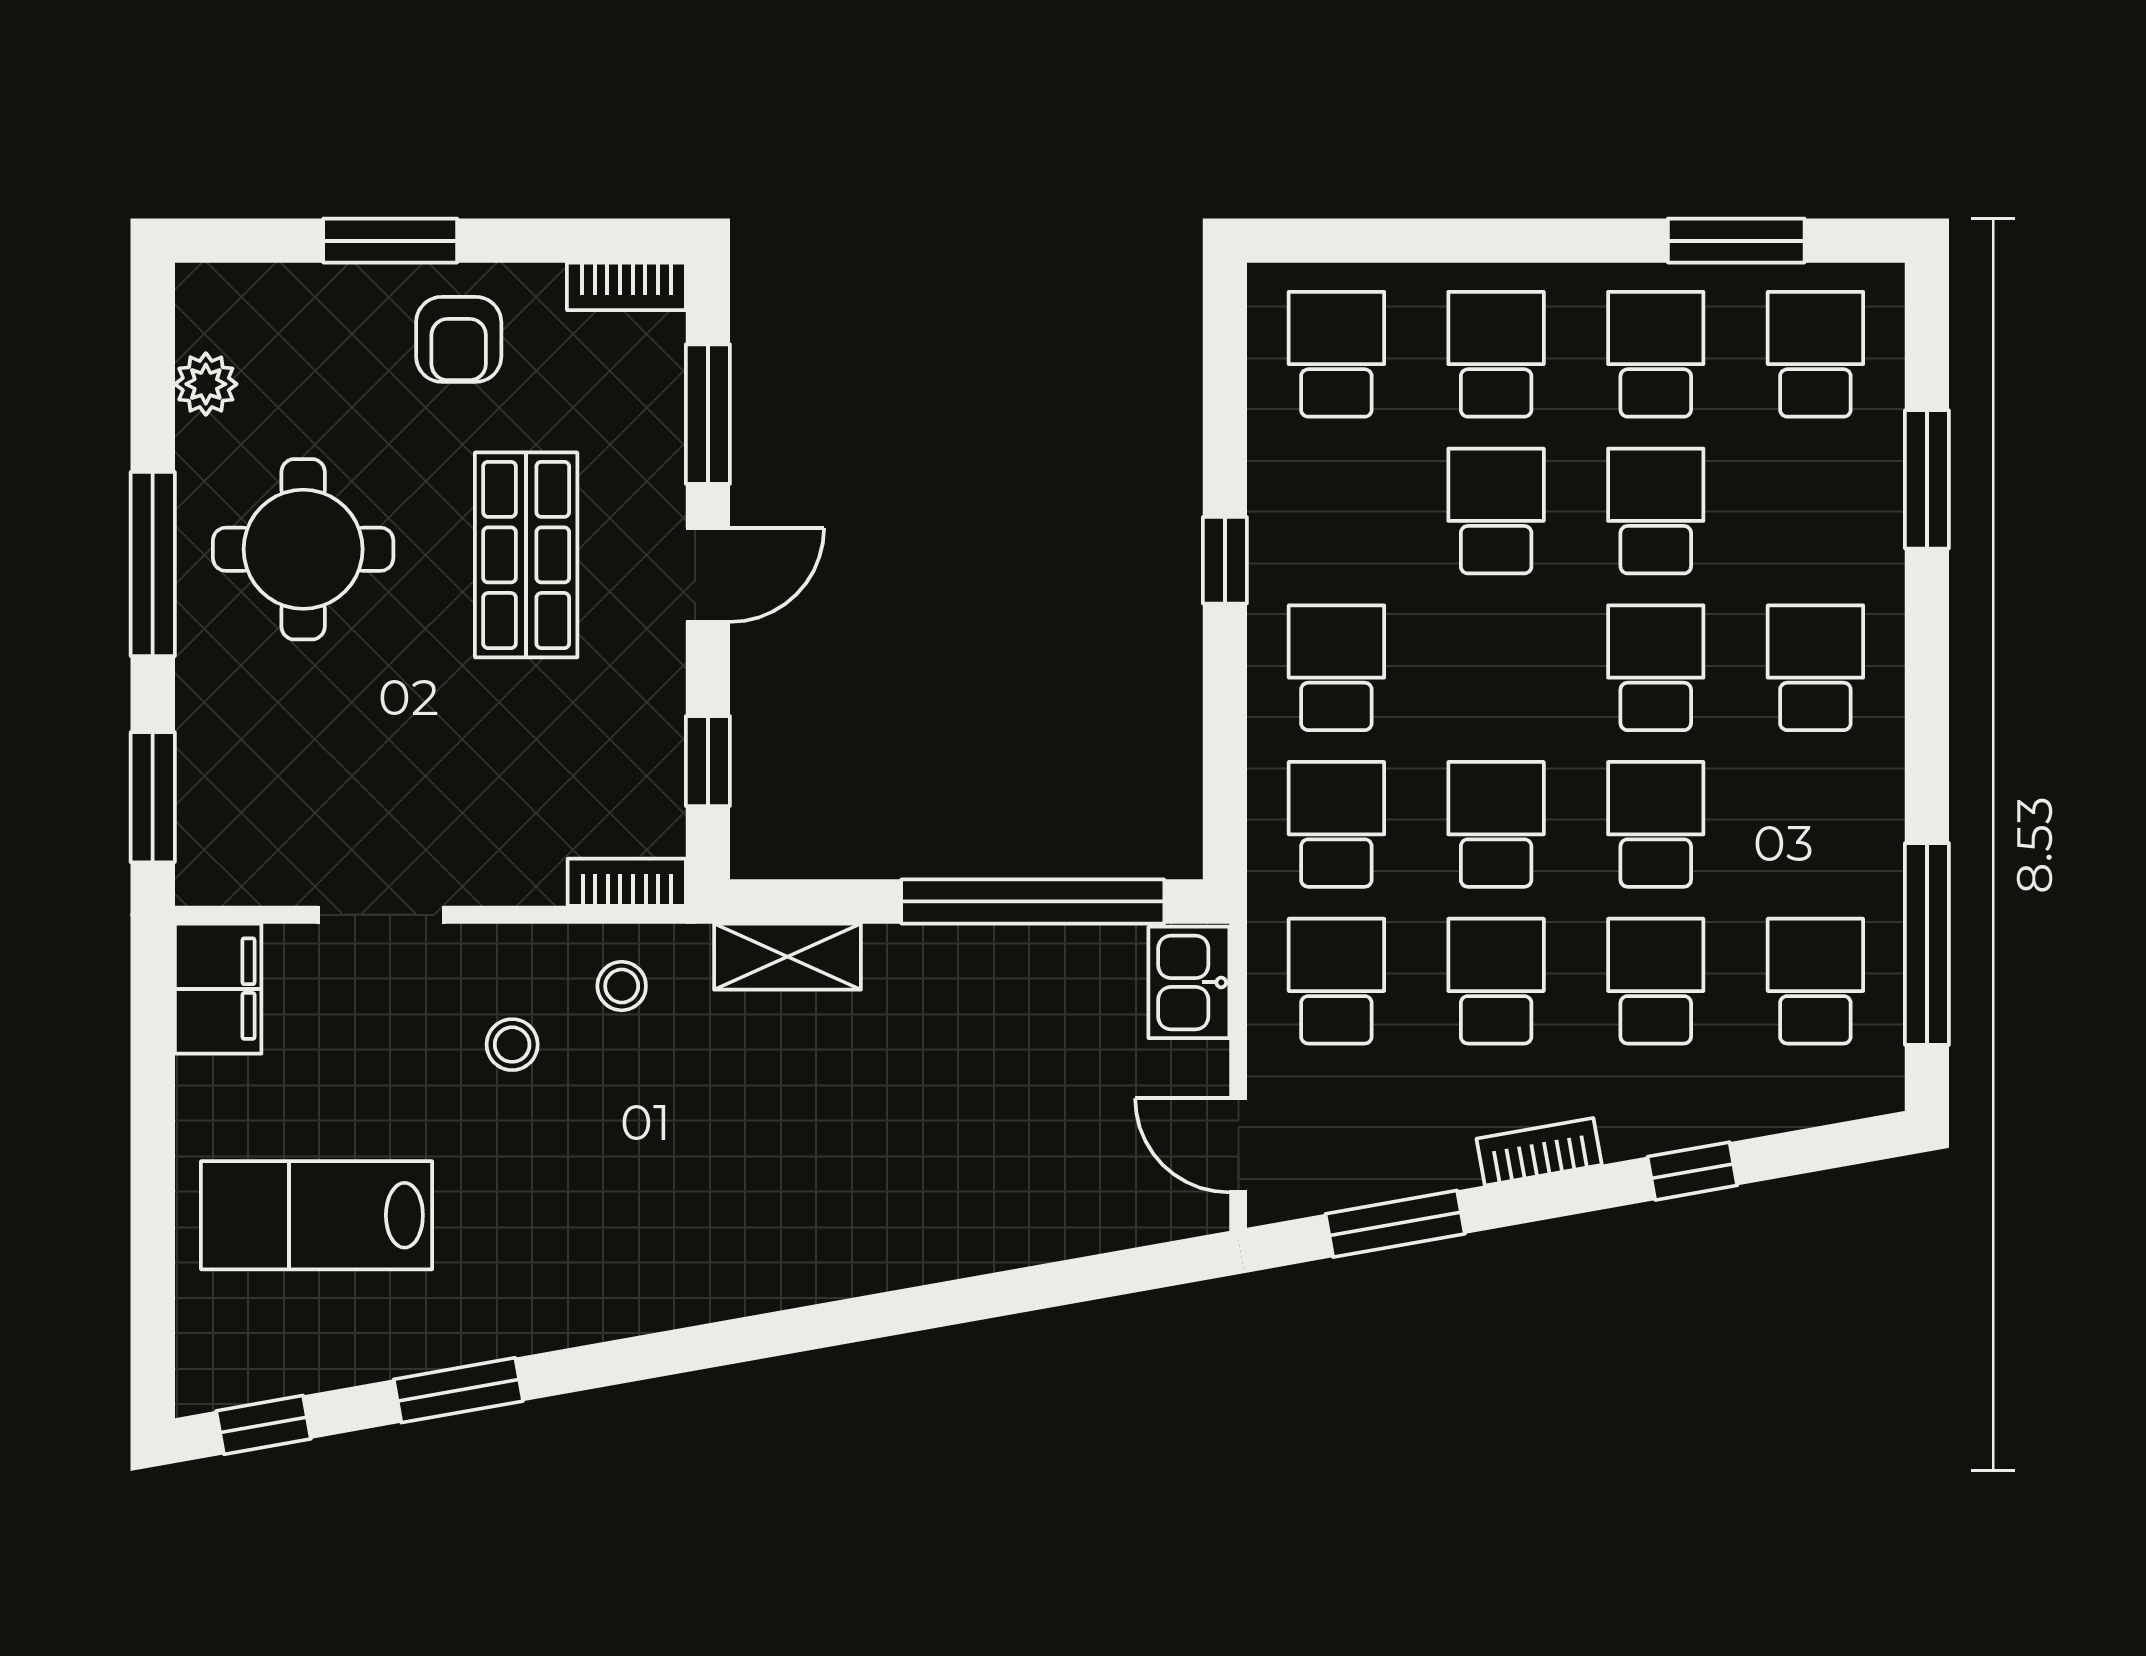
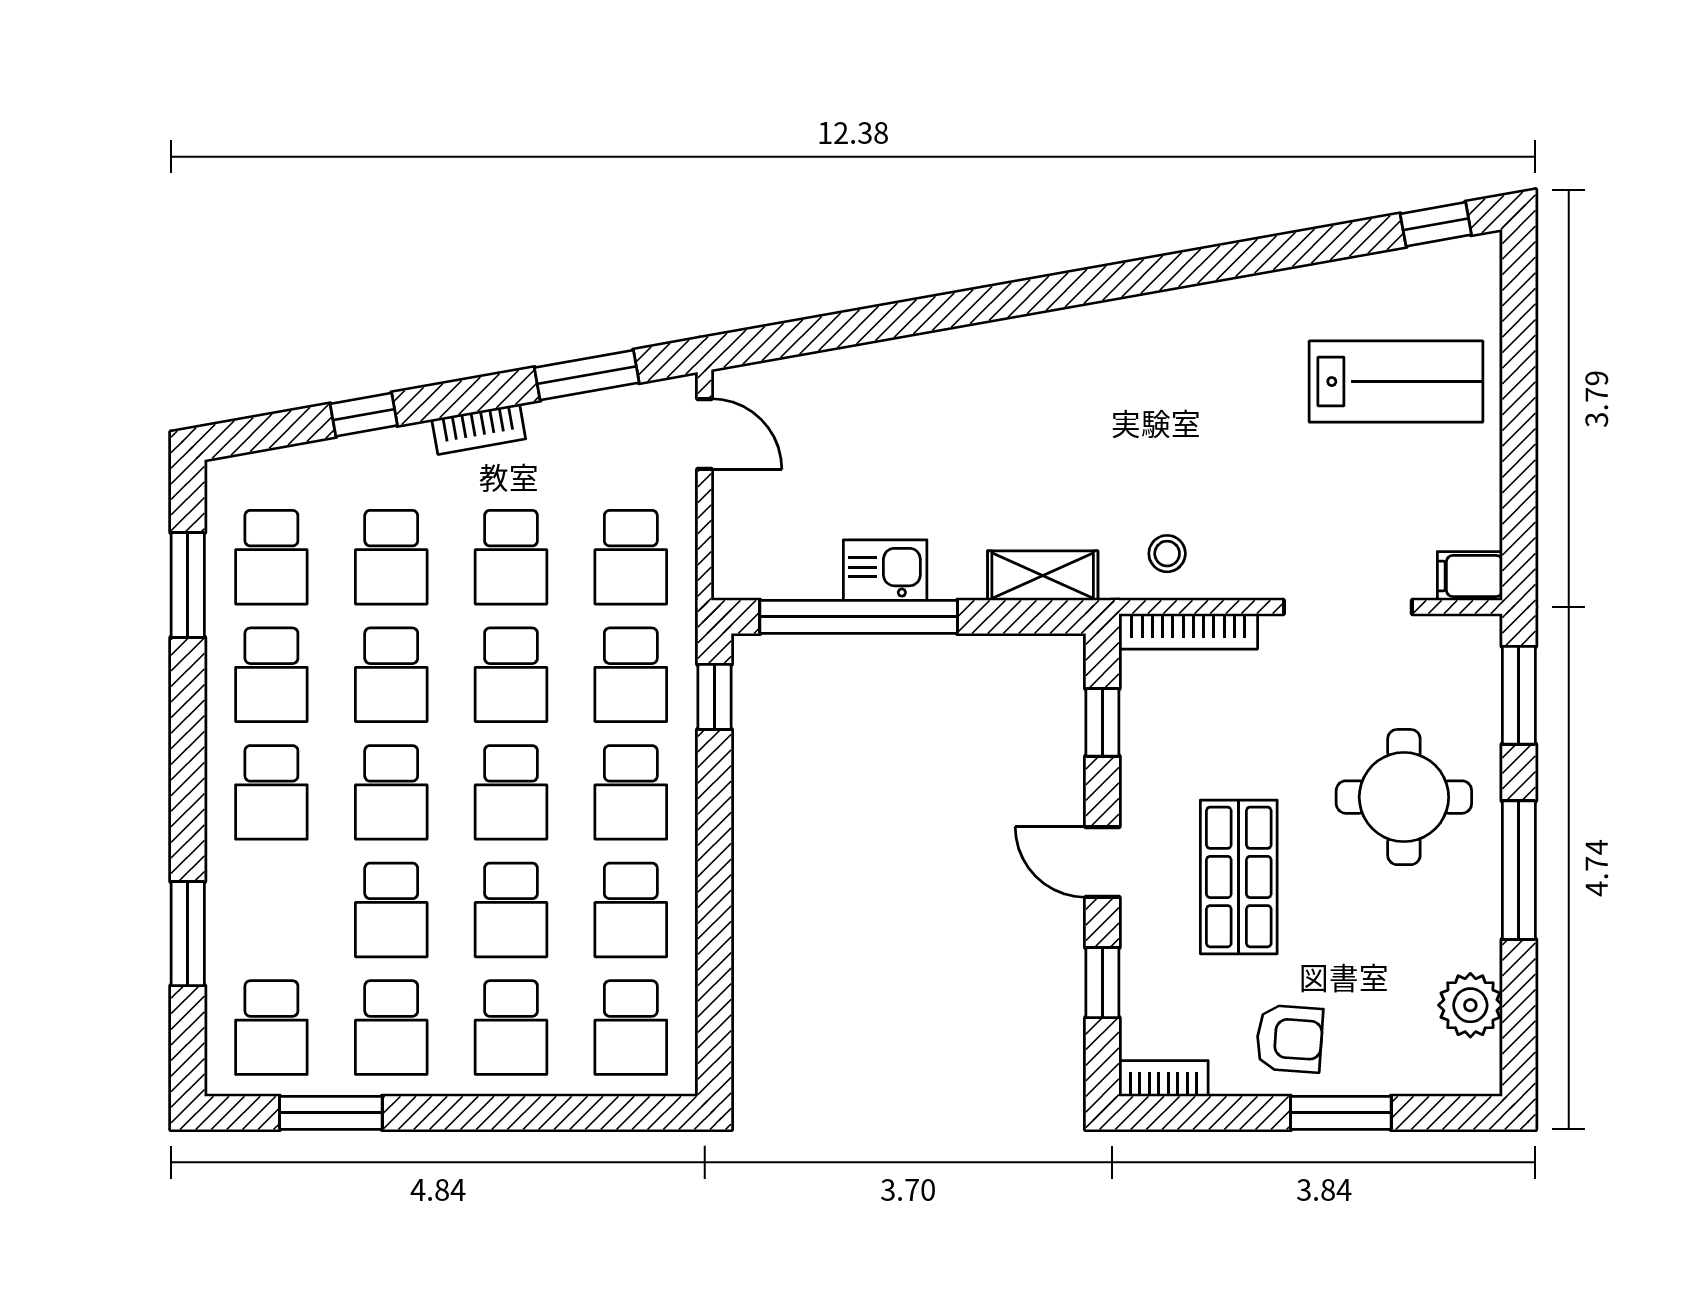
armchair: (459, 339) -> (1289, 1039), turned 94
plant: (206, 384) -> (1470, 1005), width x1.38, depth x1.38
window: (708, 414) -> (1102, 983), width x0.67
school desk: (1336, 511) -> (631, 910), added
round table: (303, 549) -> (1404, 797), moved
window: (1225, 560) -> (714, 697), moved
door: (708, 575) -> (1102, 862), hinge flipped
school desk: (1496, 668) -> (511, 792), added
school desk: (1815, 824) -> (271, 675), added
bookcase: (627, 882) -> (1188, 631), width x1.56
doorway: (381, 915) -> (1348, 607), width x1.38
window: (1927, 944) -> (188, 585), width x0.69
kitchen sink: (1189, 982) -> (885, 570), moved, turned -90
filing cabinet: (218, 989) -> (1470, 576), width x0.50
stool: (512, 1045) -> (1249, 510), removed
window: (458, 1390) -> (1290, 250), removed

